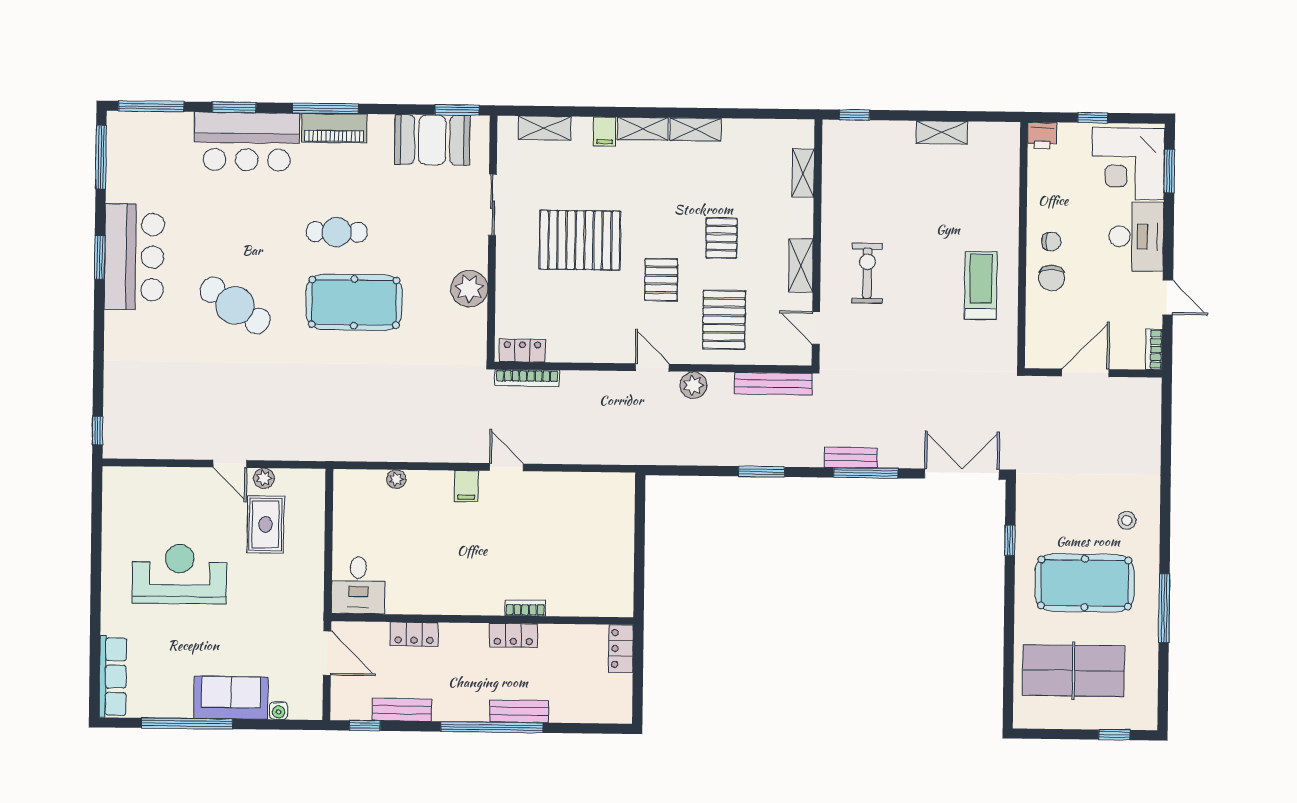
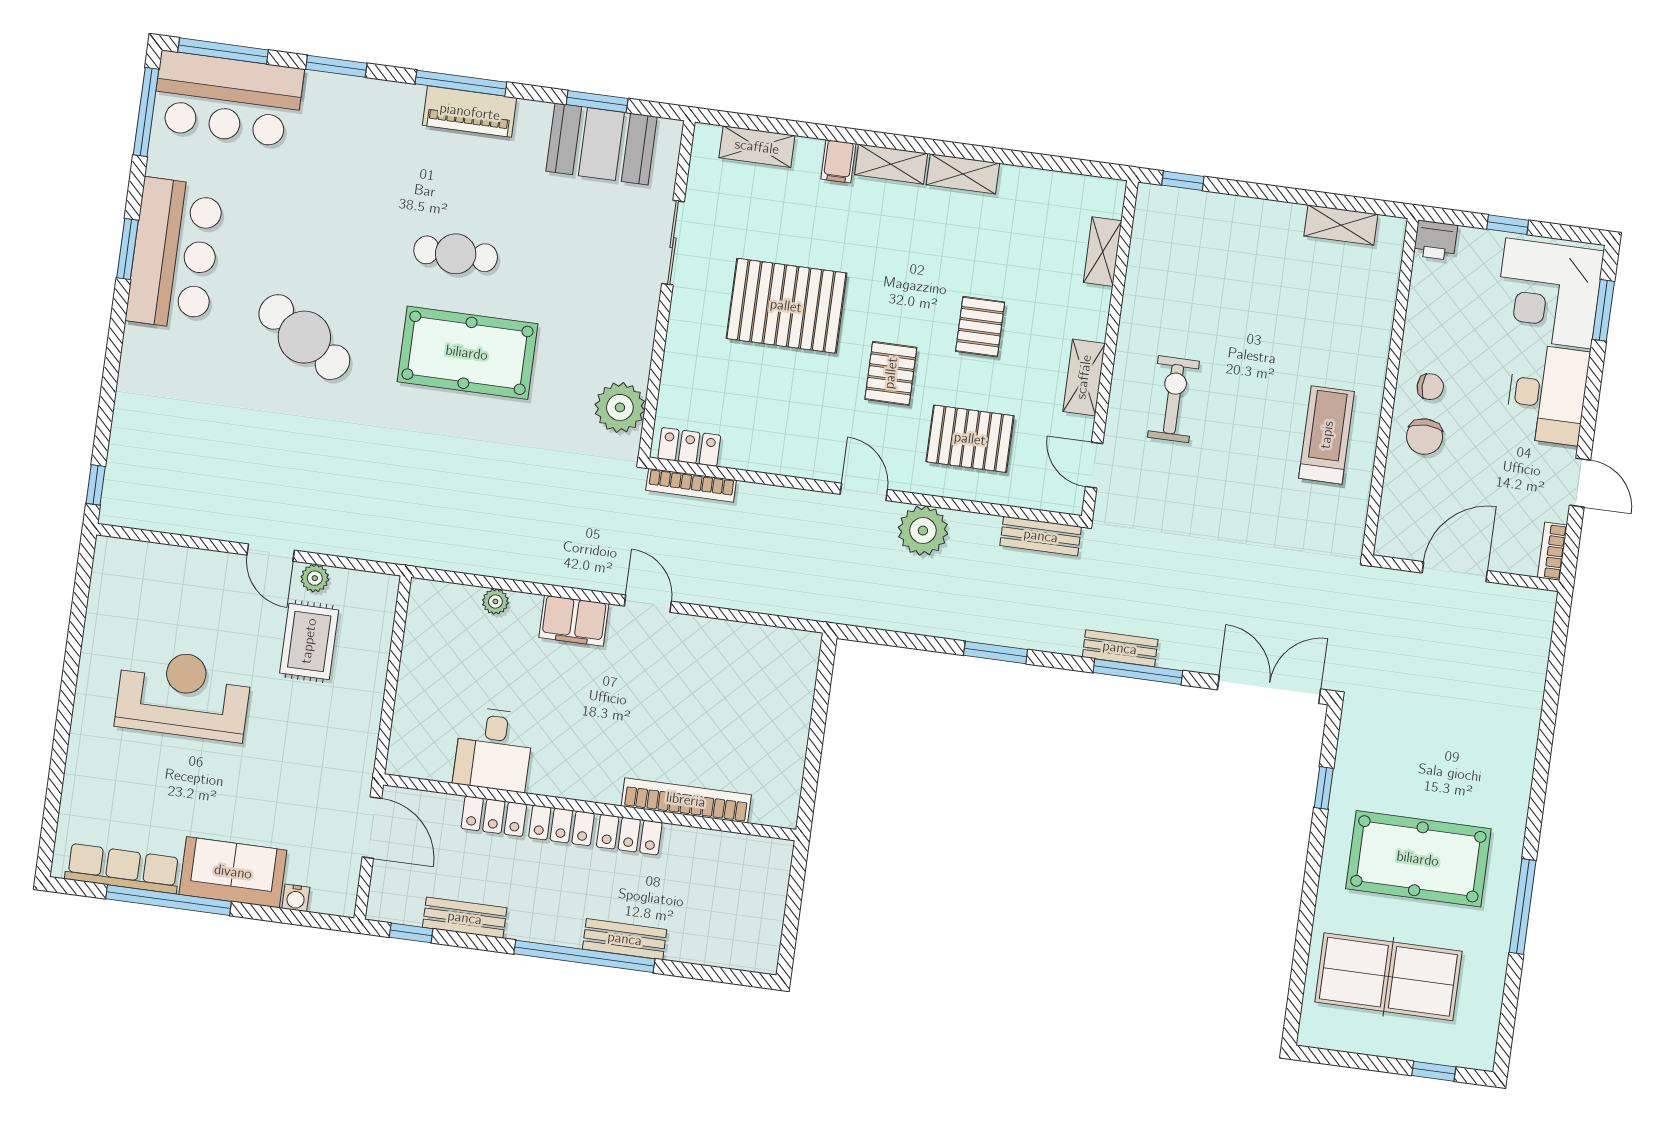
window: (457, 110) -> (597, 101), moved
shelving: (942, 132) -> (1341, 225), moved
bar counter: (247, 142) -> (228, 99), moved
plant: (469, 289) -> (620, 407), moved
pallet: (724, 320) -> (970, 439), turned 90
bench: (773, 384) -> (1041, 536), width x0.73
plant: (693, 385) -> (923, 531), width x1.36, depth x1.36
filing cabinet: (466, 486) -> (574, 621), width x2.00
stool: (1127, 520) -> (1487, 780), removed
desk: (358, 585) -> (494, 749), moved
bookcase: (525, 608) -> (686, 800), width x2.31, depth x1.31
locker: (621, 649) -> (561, 825), moved, turned -90
row of seats: (113, 677) -> (123, 869), moved, turned -90

